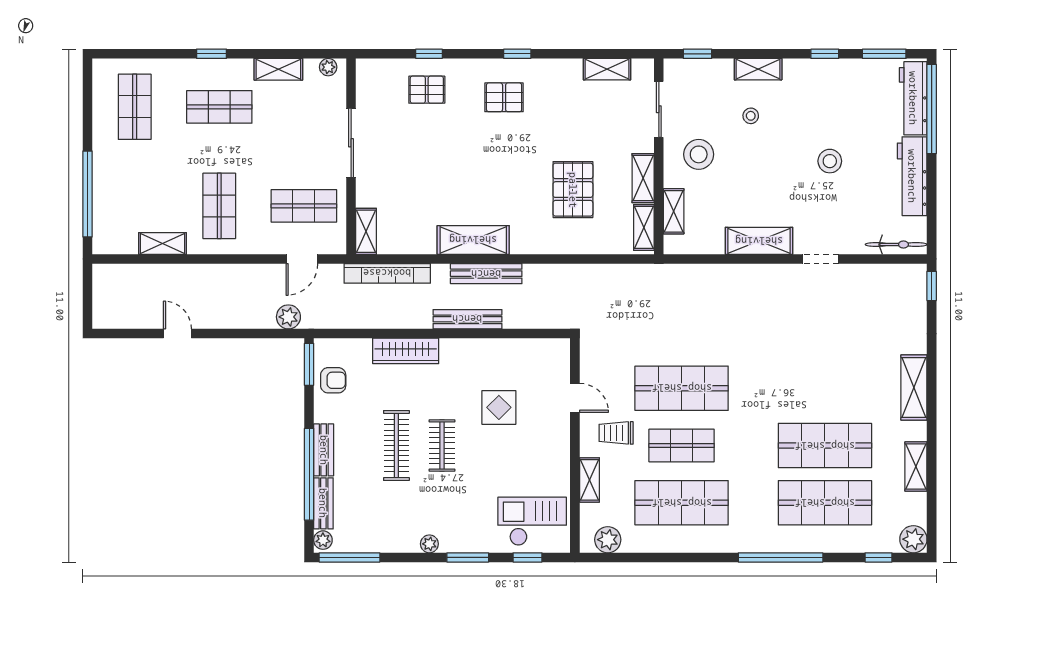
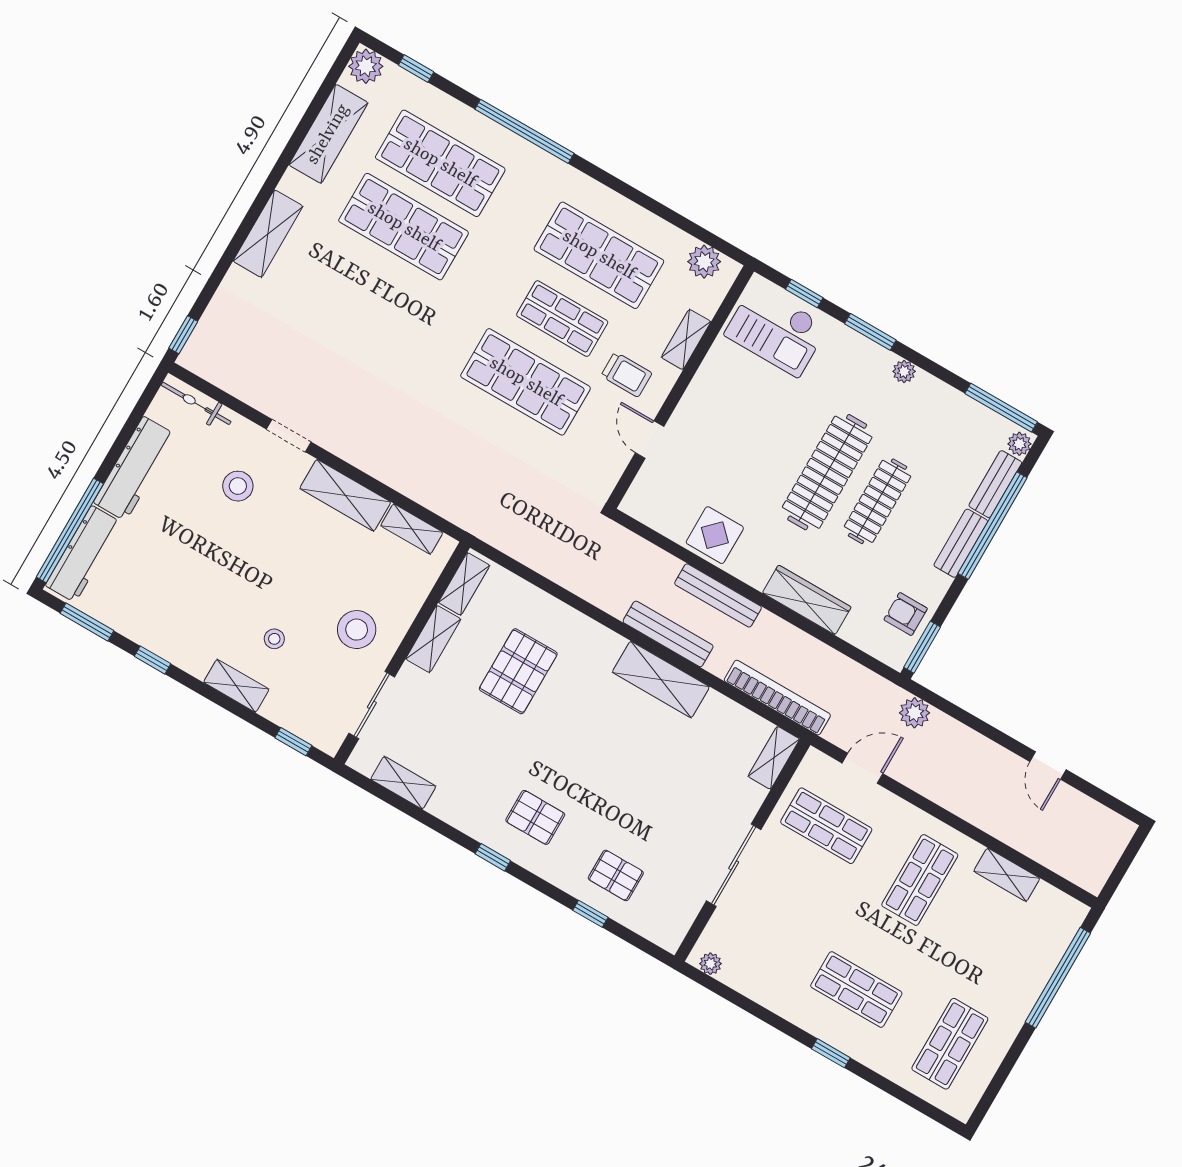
shelving: (278, 69) -> (767, 993), removed
stool: (830, 161) -> (238, 486), moved
shelving: (674, 211) -> (412, 529), moved, turned 90
display table: (499, 407) -> (715, 535), moved
clothes rail: (442, 446) -> (827, 472), width x1.86, depth x1.31
shelving: (916, 467) -> (328, 134), width x1.50, depth x1.33

